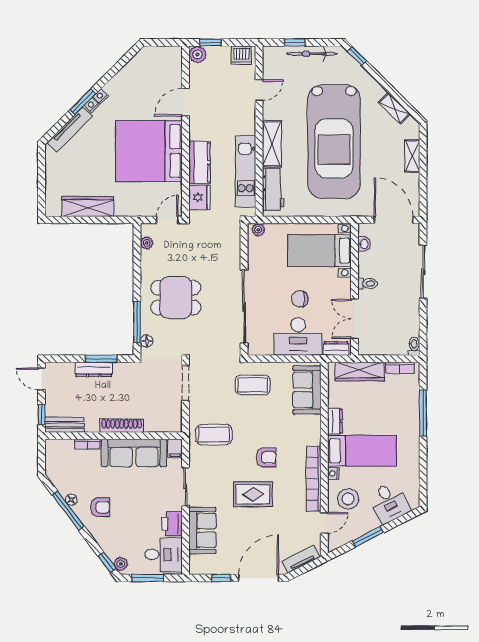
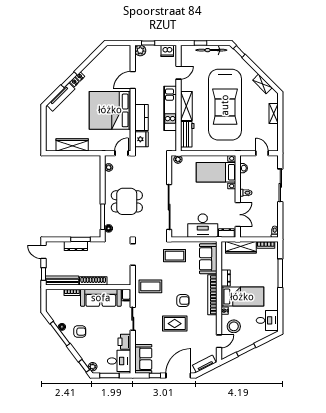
kitchen unit: (246, 172) -> (170, 108), moved
door: (394, 220) -> (262, 153), width x0.53
chair: (300, 299) -> (204, 202), removed
double door: (354, 319) -> (238, 215), swing flipped
bench: (65, 425) -> (62, 280), width x1.36
bookcase: (314, 479) -> (212, 295), moved
desk: (389, 503) -> (267, 320), moved, turned -63
sofa: (202, 531) -> (143, 359), moved

